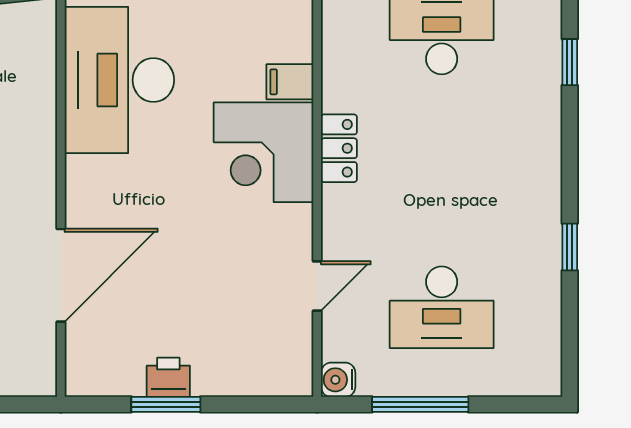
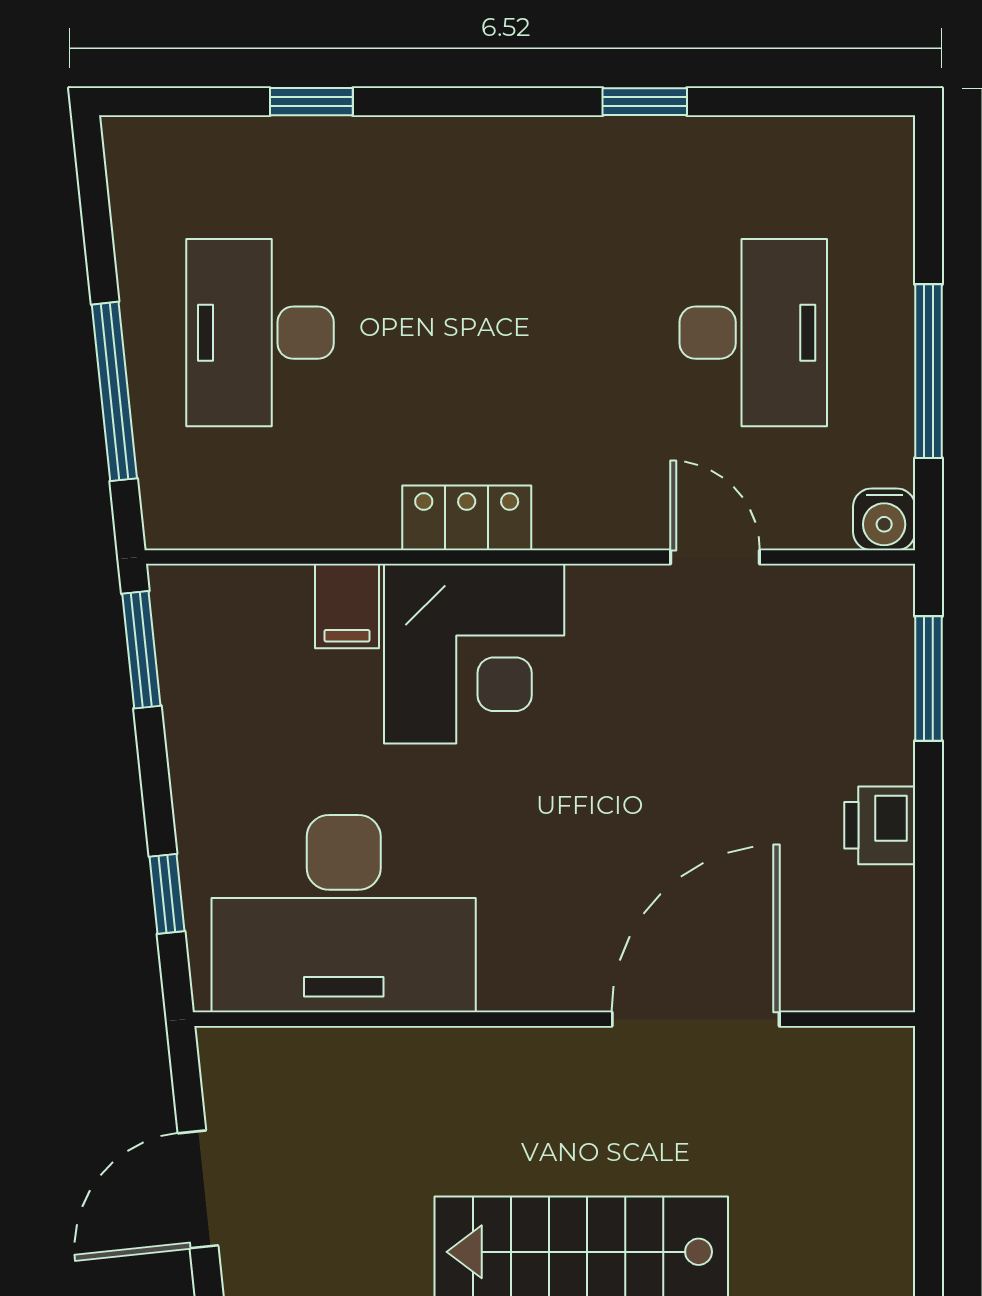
door: (61, 275) -> (696, 1019), hinge flipped
window: (166, 404) -> (929, 679), moved

